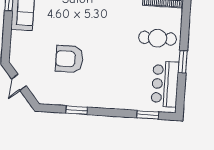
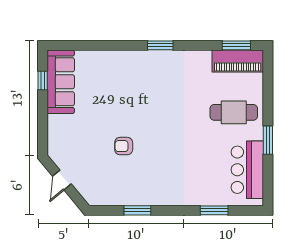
armchair: (69, 59) -> (124, 146), width x0.53, depth x0.53
window: (148, 115) -> (214, 210), moved

